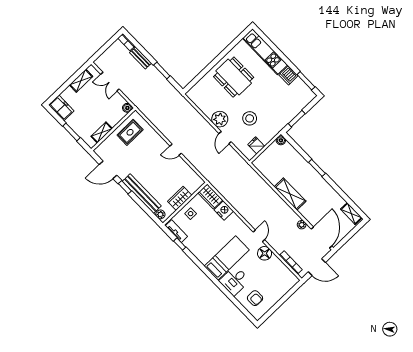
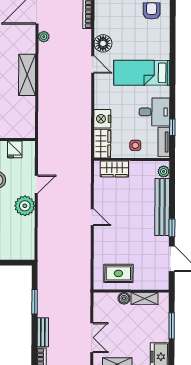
boiler: (127, 108) -> (124, 298), moved
wardrobe: (180, 198) -> (114, 169), moved
door: (259, 236) -> (93, 64), swing flipped
desk: (235, 281) -> (154, 112), moved

